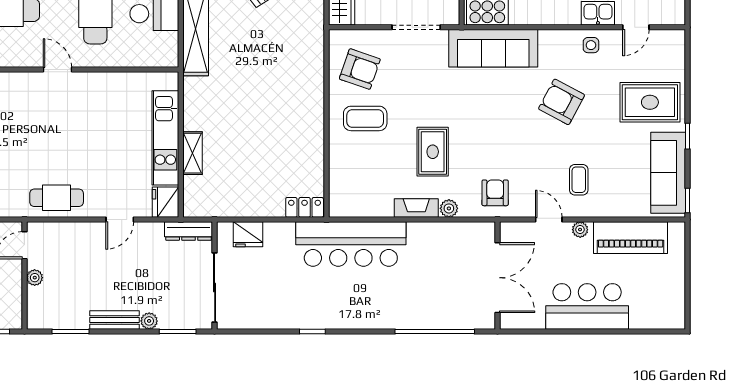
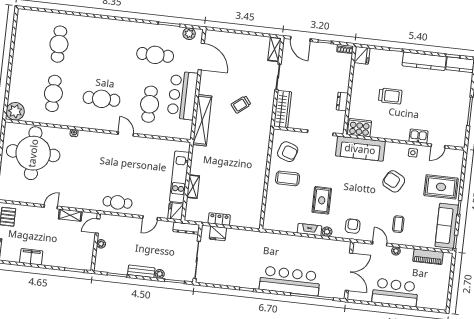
locker: (305, 207) -> (219, 219), moved
piano: (631, 238) -> (428, 257), width x0.73, depth x0.75
bar counter: (351, 244) -> (290, 281), moved, turned 180

